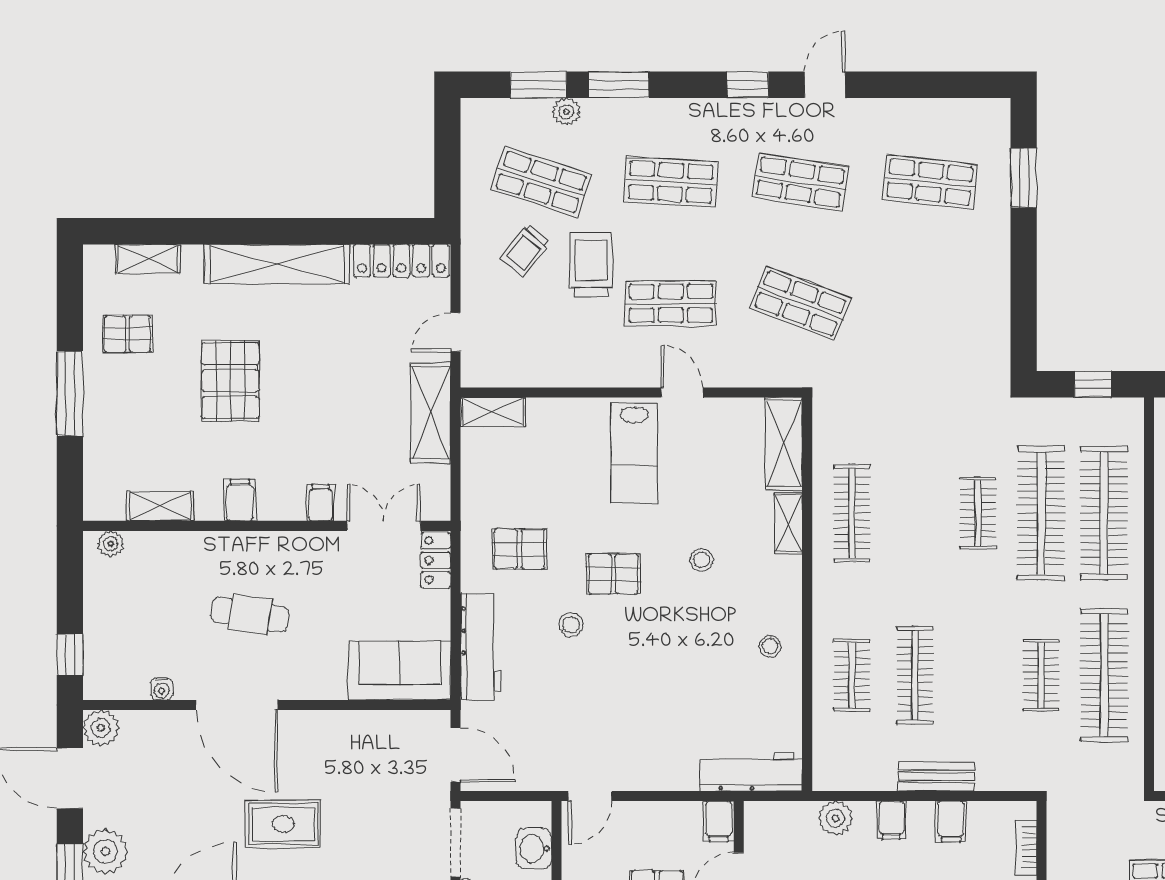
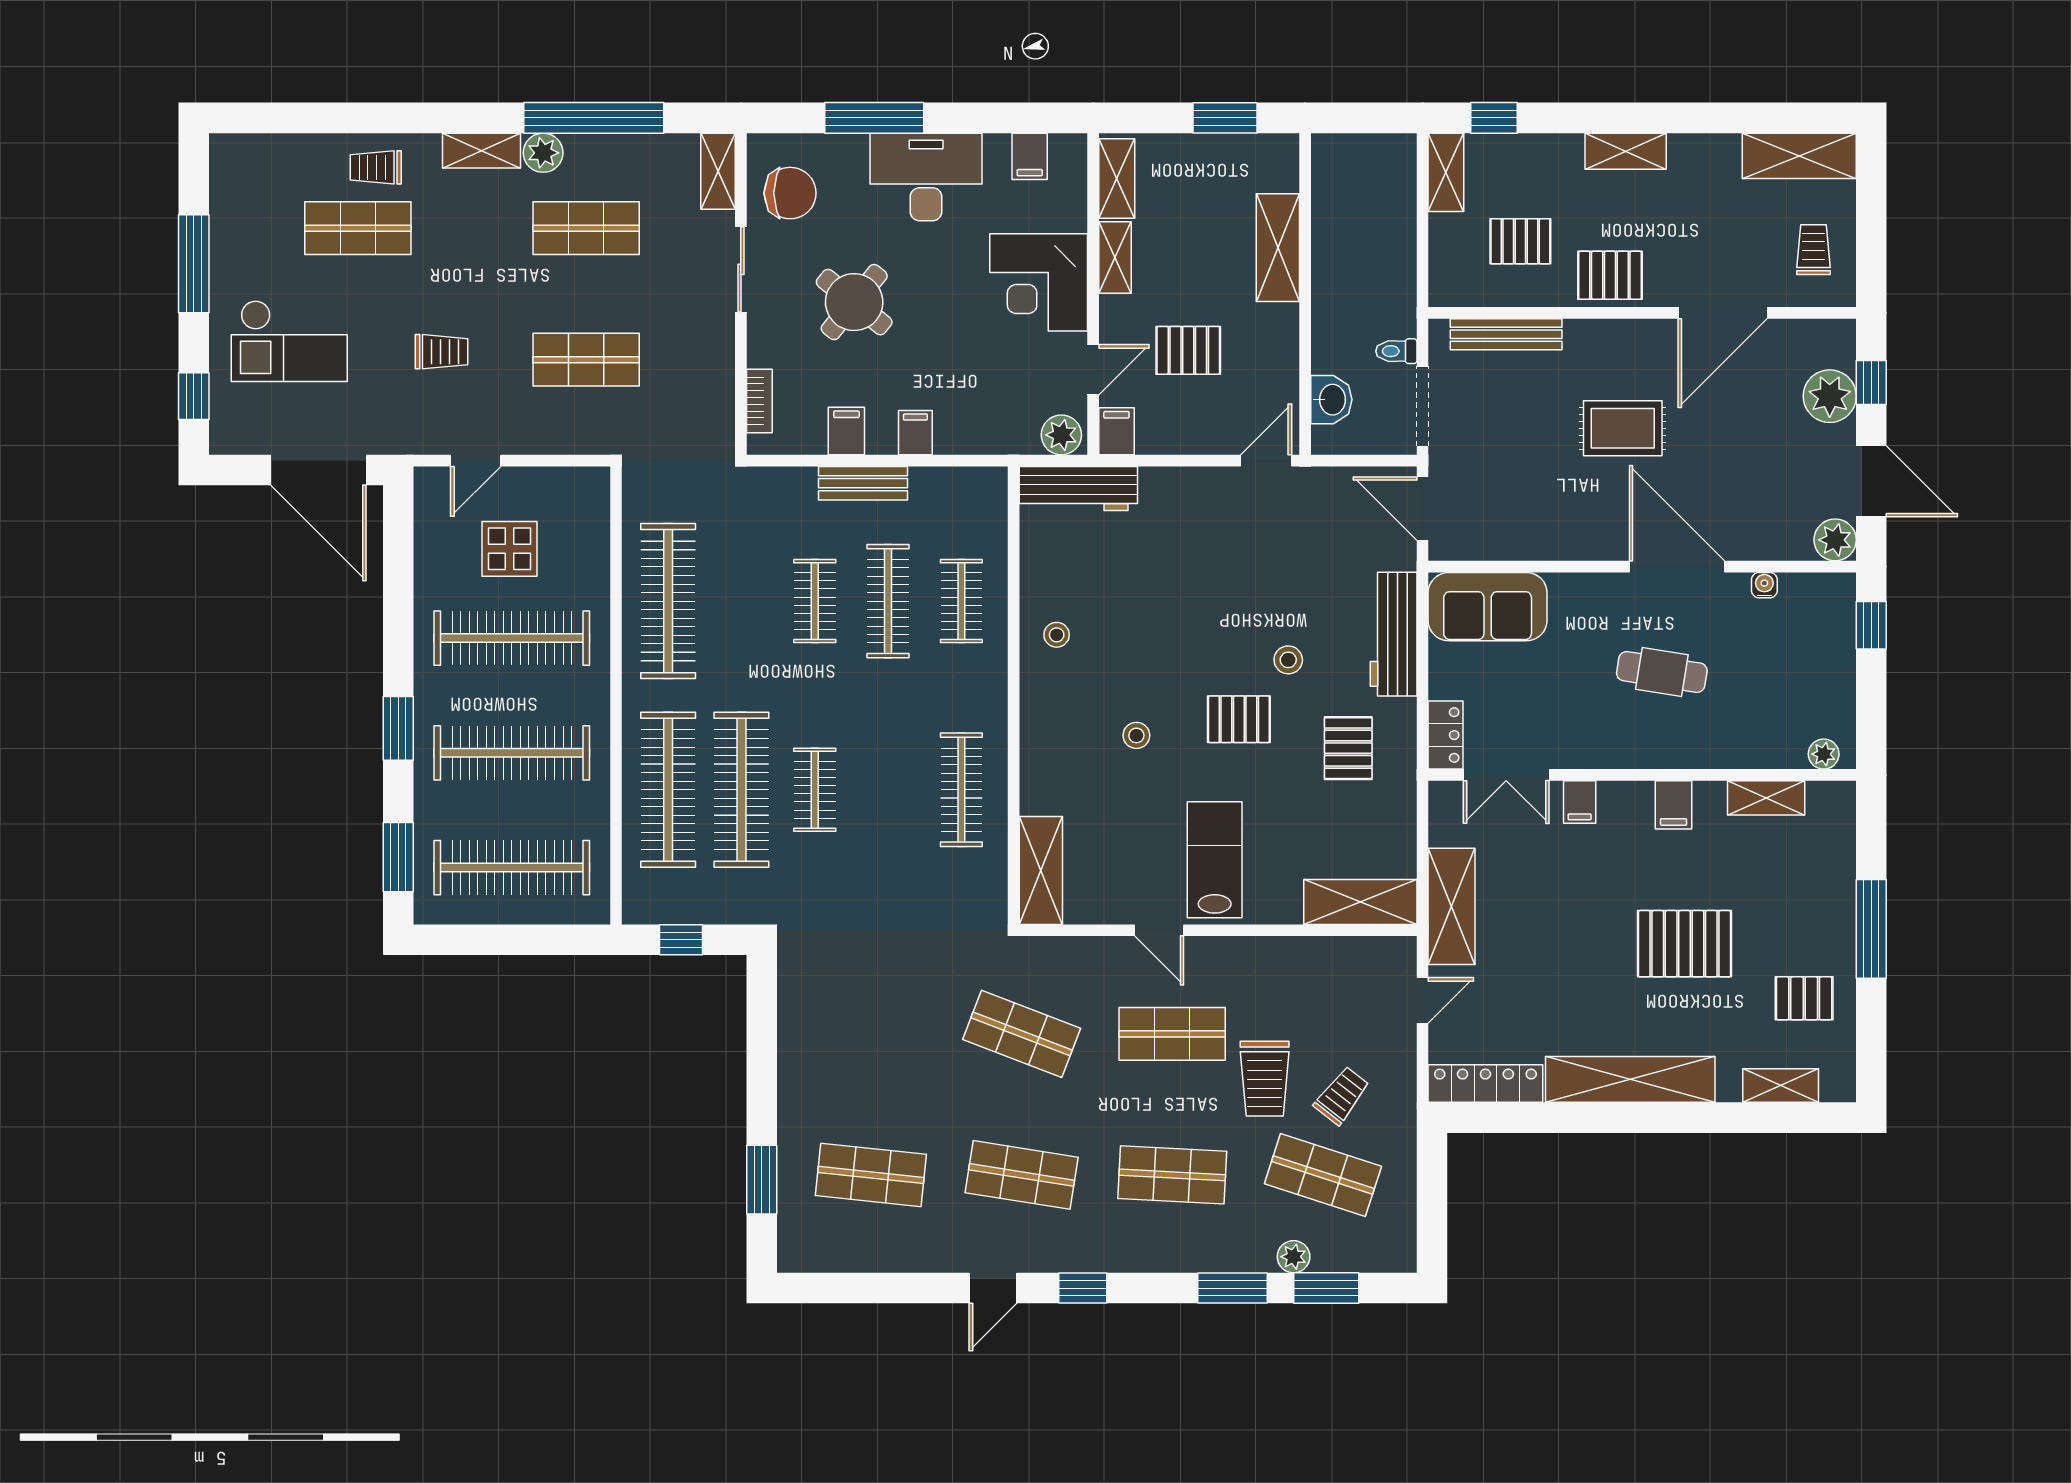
pallet: (230, 381) -> (1685, 944), turned 90
shelving: (493, 412) -> (1360, 902), width x1.50, depth x1.33
shelving: (789, 523) -> (1035, 778), removed
pallet: (519, 549) -> (1348, 748), turned 90
clothes rail: (1041, 675) -> (815, 601), moved
plant: (836, 818) -> (1061, 435), moved

